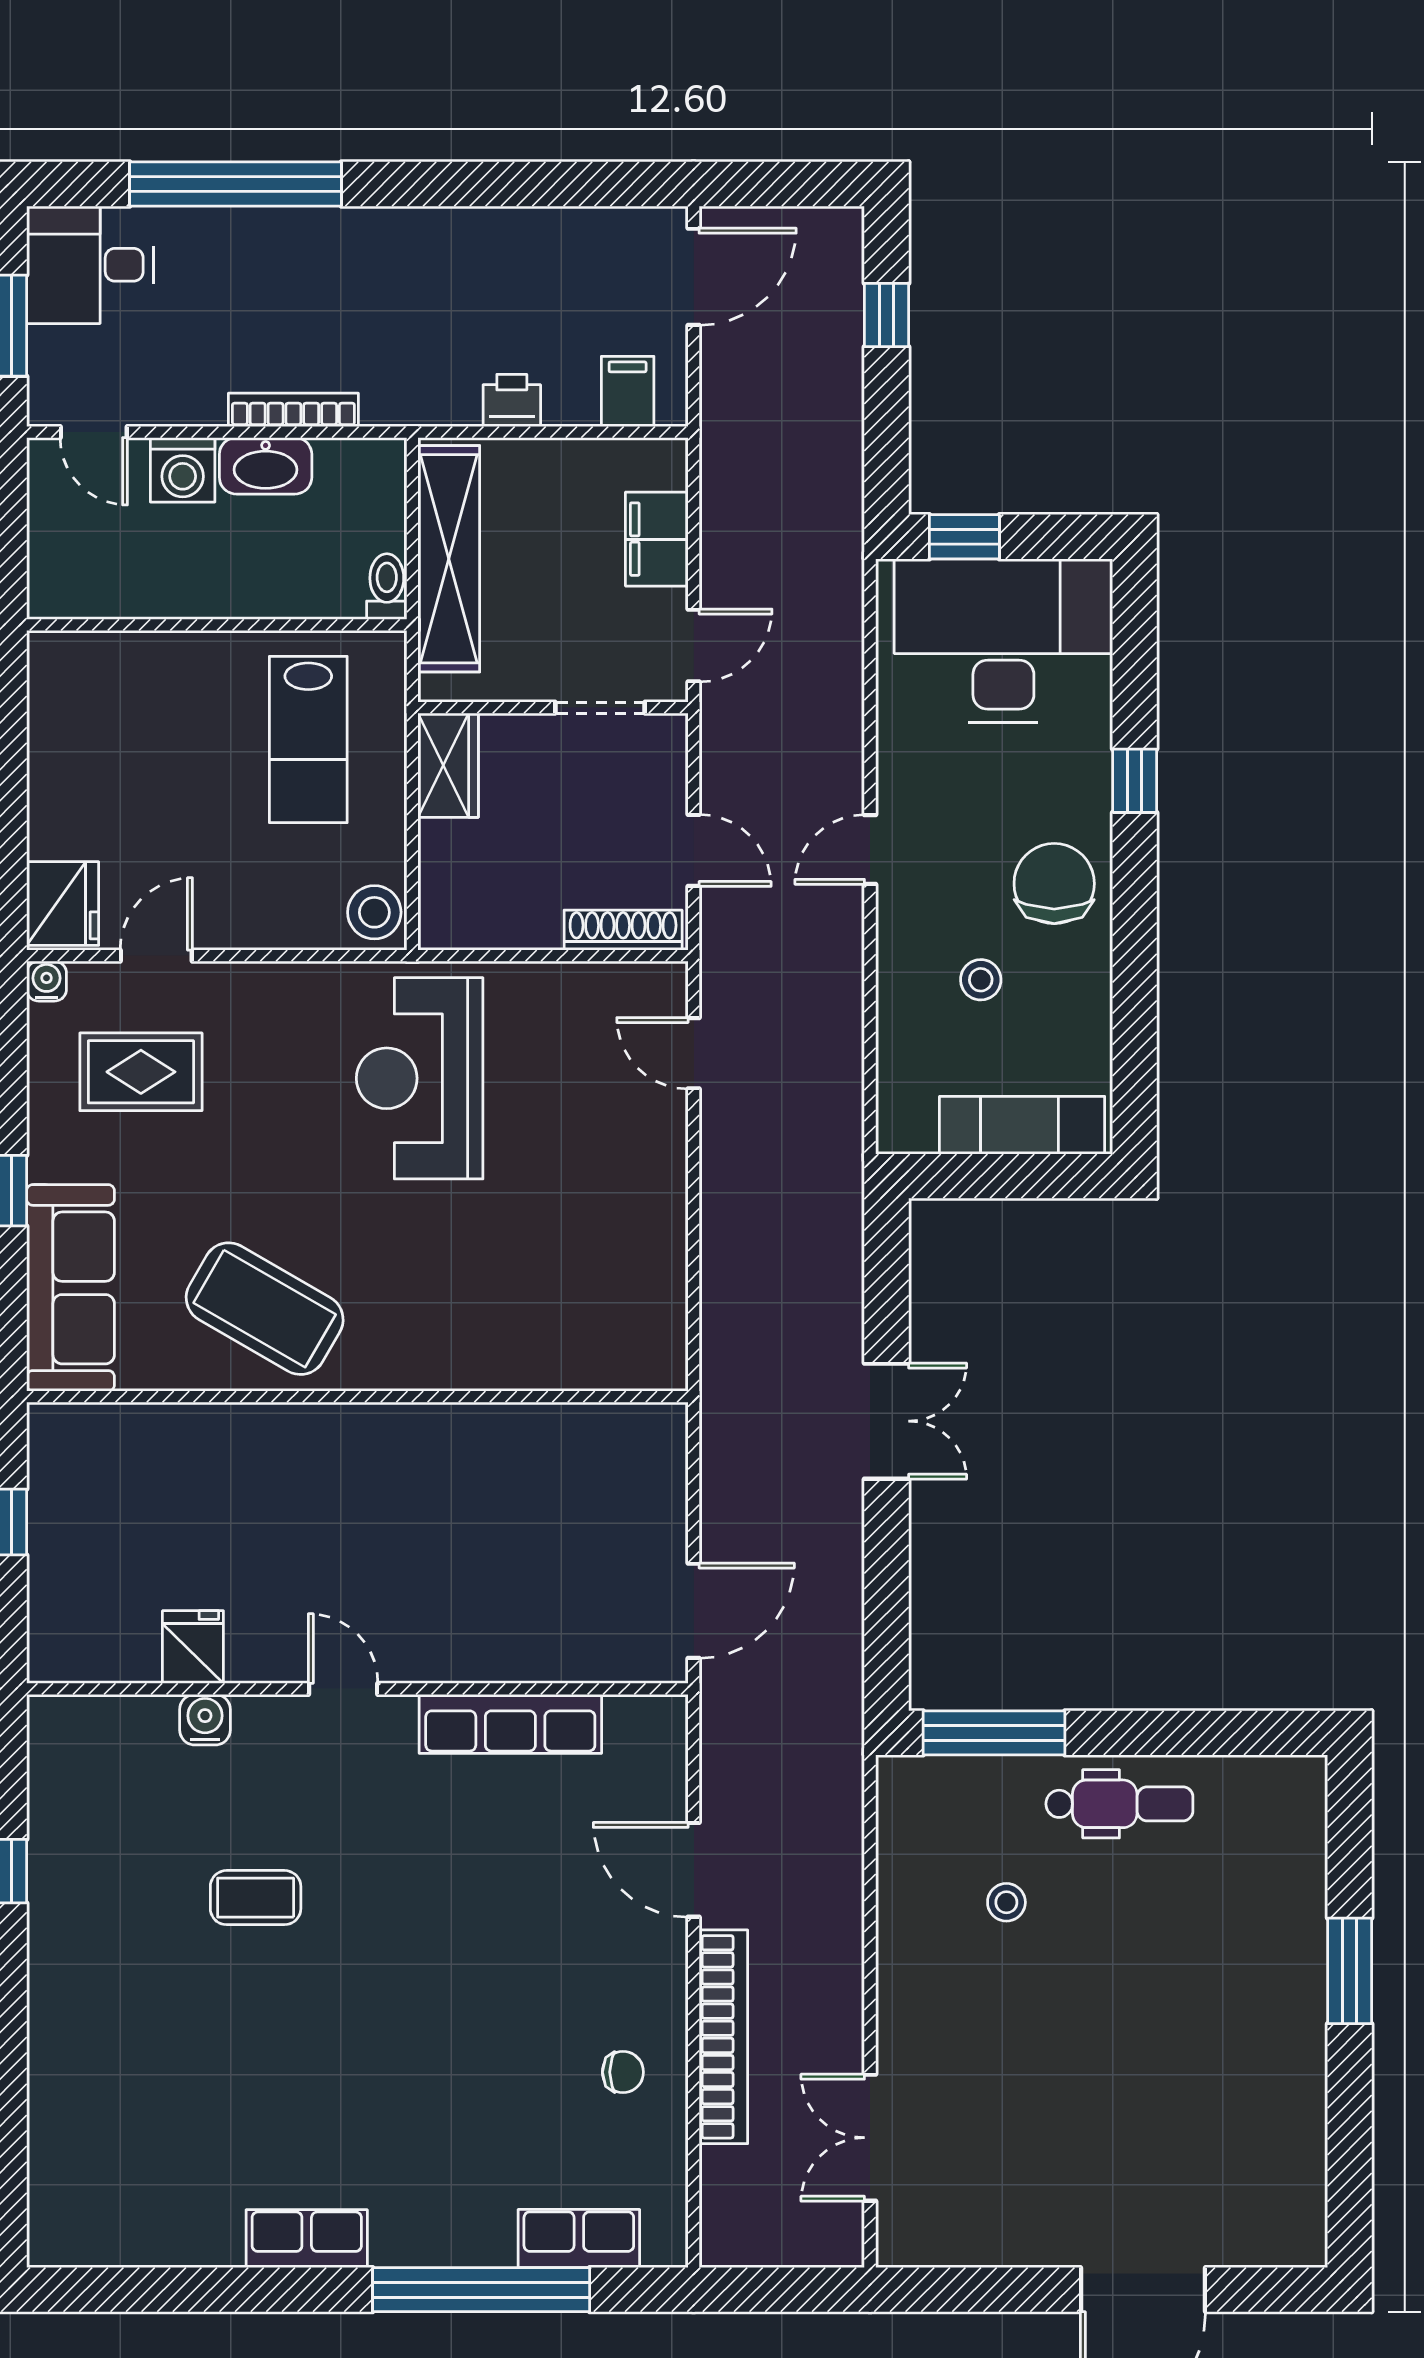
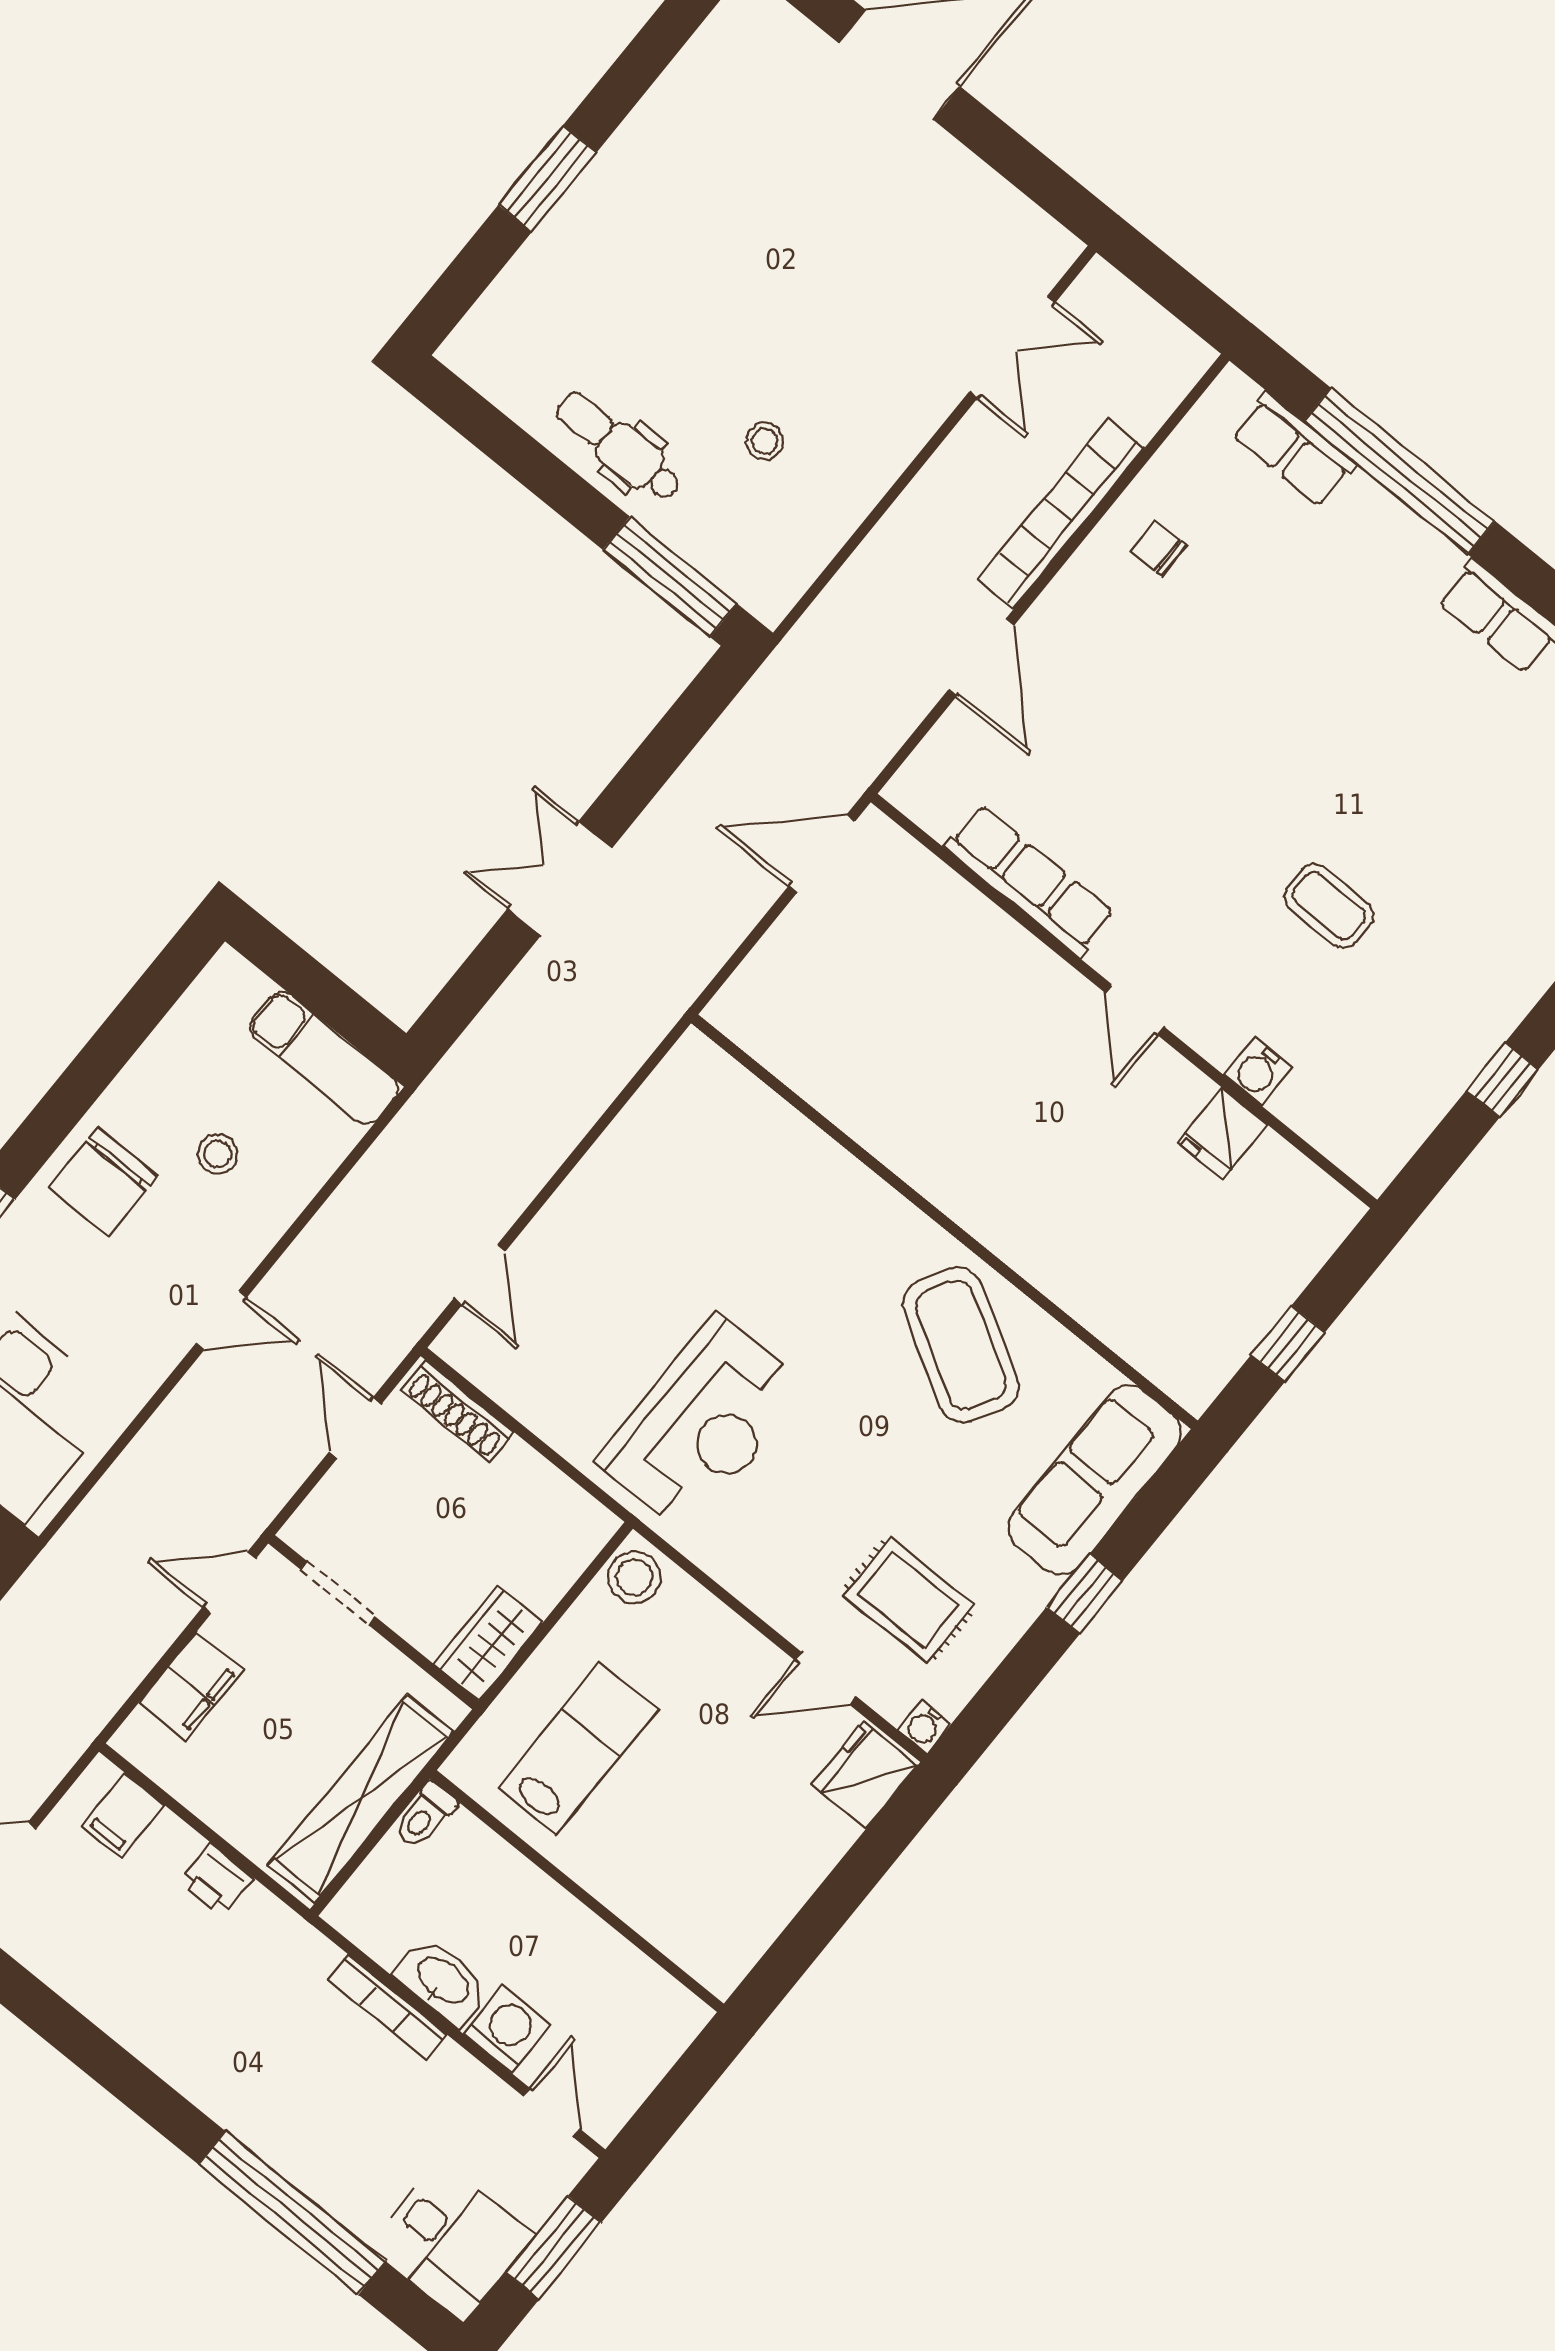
exam couch: (1022, 1125) -> (324, 1058), moved

